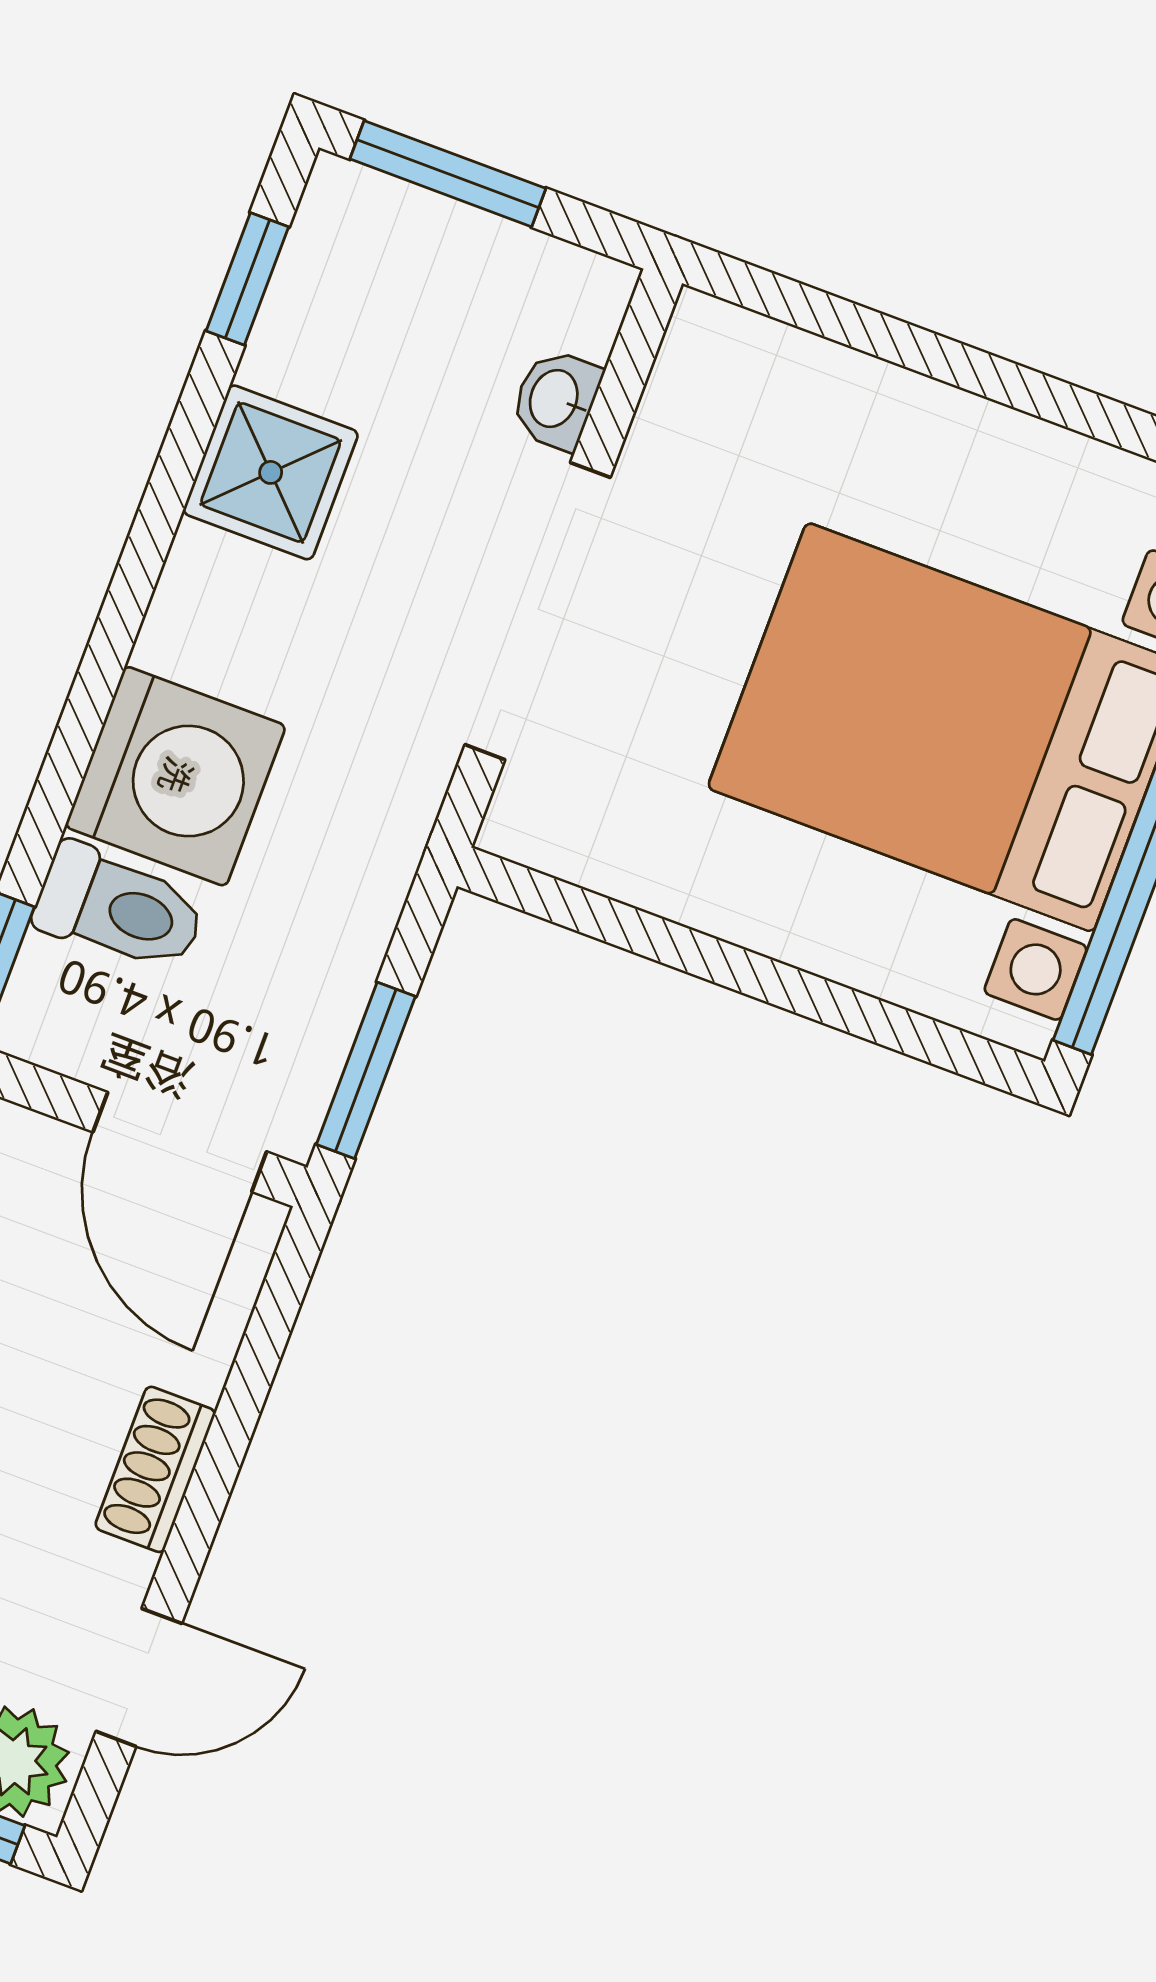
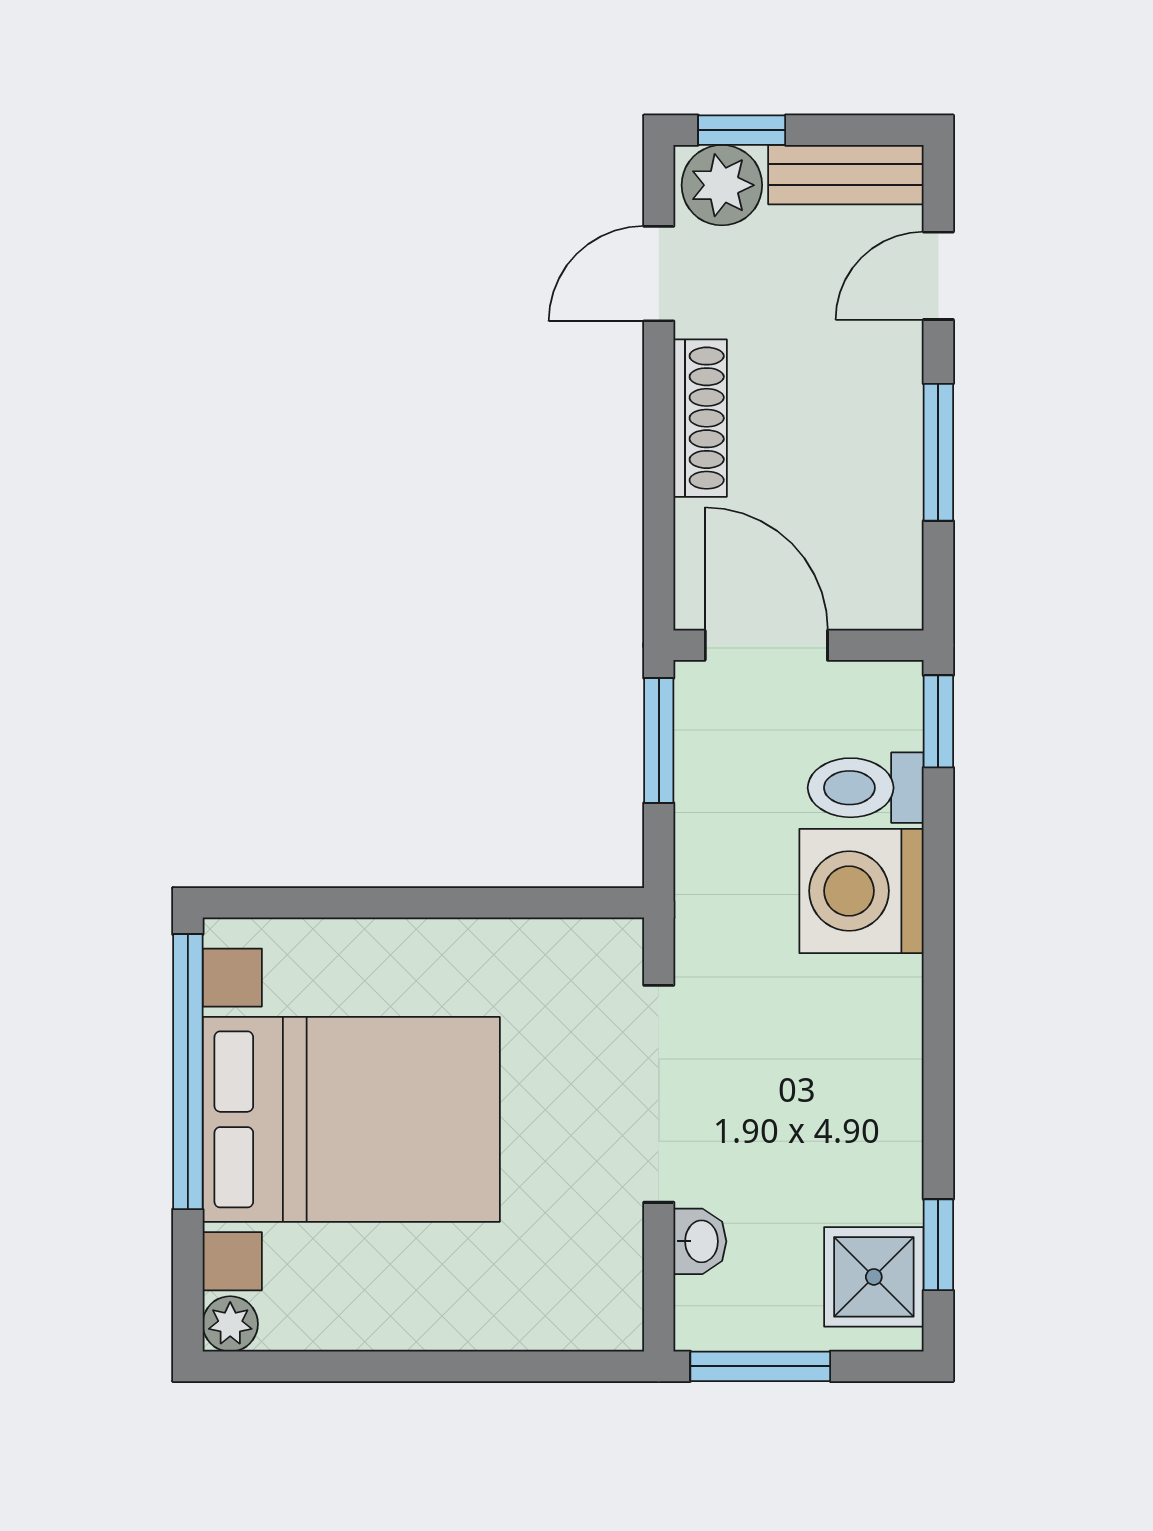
window: (448, 174) -> (760, 1366), moved
shower: (271, 472) -> (874, 1277), moved
shoe rack: (155, 1469) -> (700, 418), width x1.43

